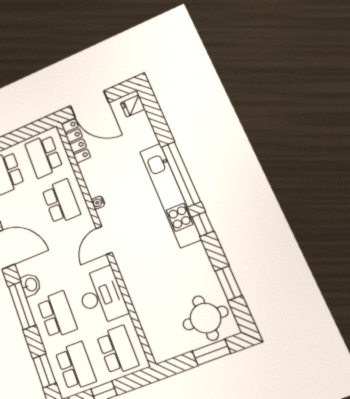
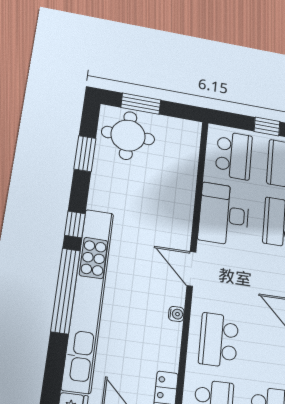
kitchen unit: (170, 195) -> (88, 299), width x1.36
door: (104, 240) -> (191, 269), swing flipped
school desk: (117, 350) -> (234, 155), turned 180

